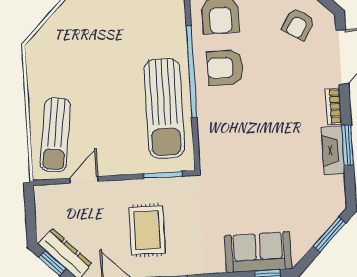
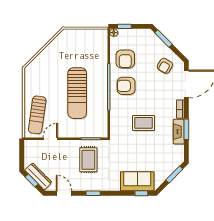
sun lounger: (164, 109) -> (77, 93), moved
rug: (263, 138) -> (143, 123), added
rug: (147, 230) -> (88, 160), moved

